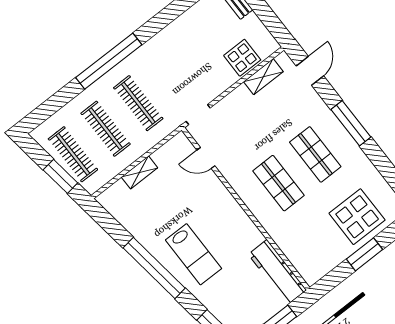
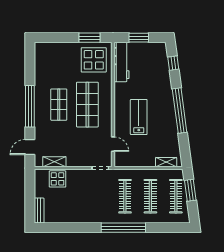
window: (351, 123) -> (30, 106), width x1.46
shelving: (140, 172) -> (166, 162), moved
shop shelf: (278, 183) -> (87, 105), width x1.43, depth x1.36
display table: (357, 217) -> (94, 60), moved
lab bench: (194, 254) -> (139, 117), moved
window: (364, 254) -> (89, 38), moved

